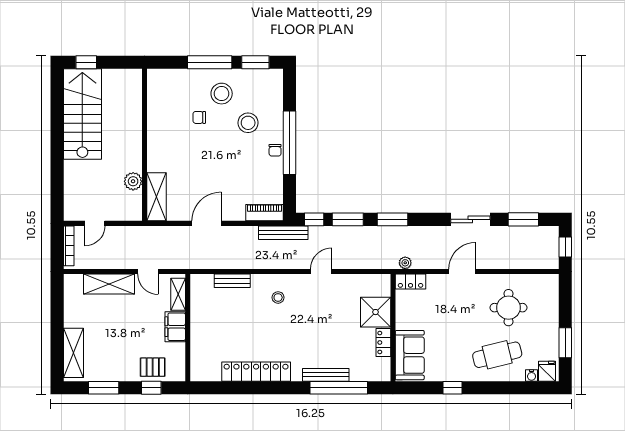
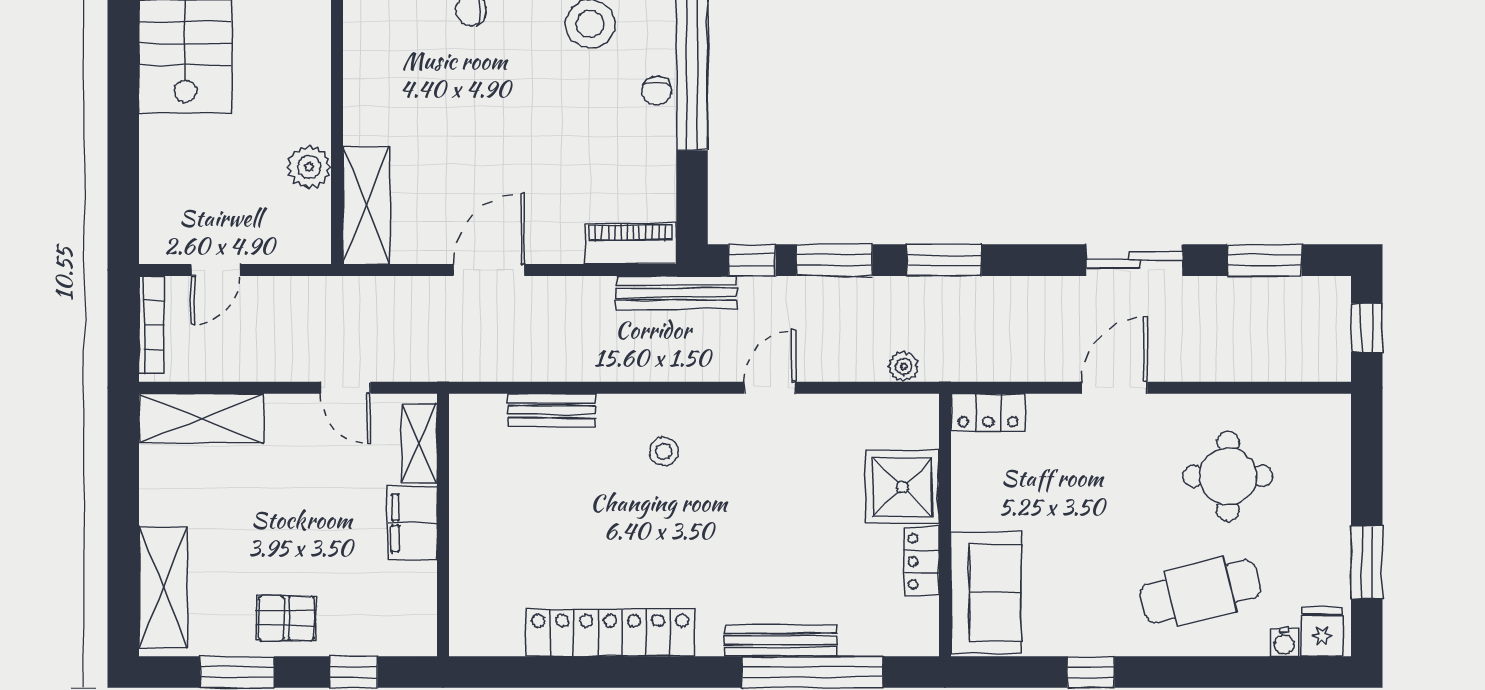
plant: (405, 263) -> (904, 366), moved
shelving: (109, 284) -> (201, 418), moved
pallet: (153, 367) -> (286, 618), moved

